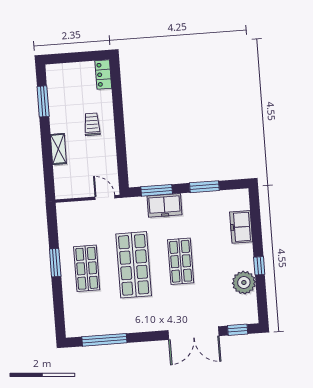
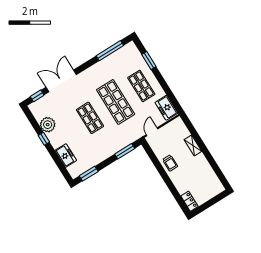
window: (43, 101) -> (216, 168), removed
trolley: (92, 124) -> (170, 163), moved
window: (204, 187) -> (89, 174), moved
door: (105, 197) -> (152, 132), swing flipped
freezer: (164, 205) -> (166, 108), moved, turned -90
window: (55, 263) -> (149, 61), moved

